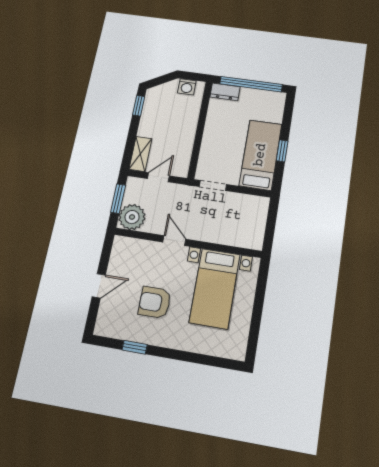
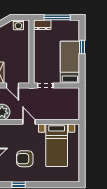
window: (251, 84) -> (57, 17), width x0.68
window: (282, 151) -> (82, 47), moved
door: (158, 177) -> (12, 85), swing flipped

